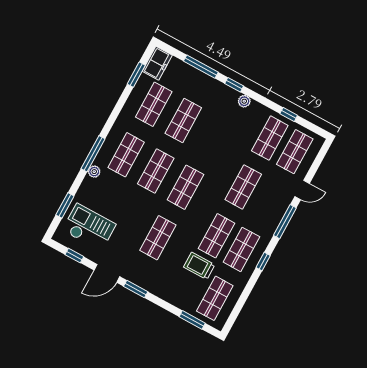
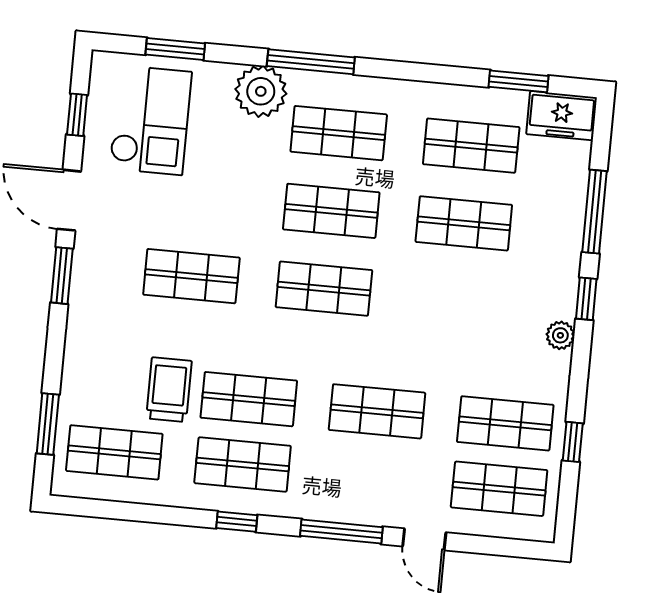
plant: (94, 172) -> (261, 91), width x1.87, depth x1.87

